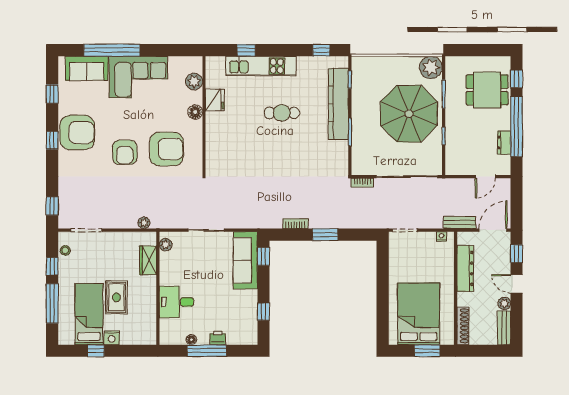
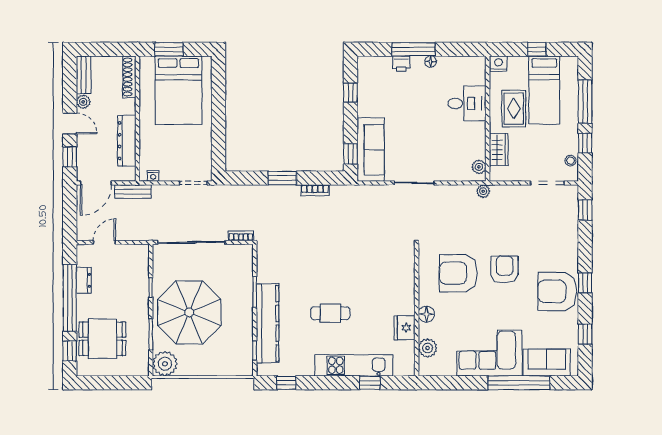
plant: (166, 245) -> (479, 167), moved
wardrobe: (148, 260) -> (499, 150), moved
wall: (158, 288) -> (488, 119), moved
desk: (176, 302) -> (467, 103), moved
nightstand: (112, 338) -> (498, 64), moved

